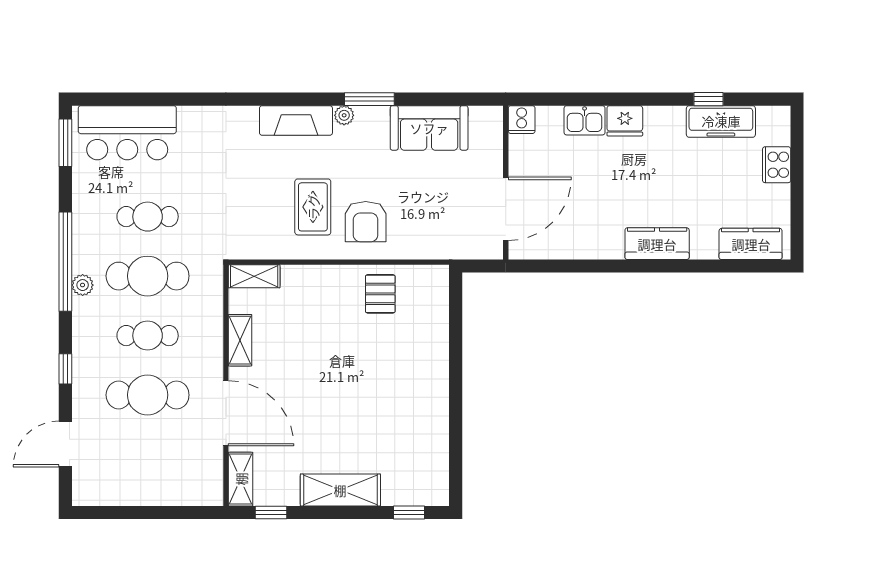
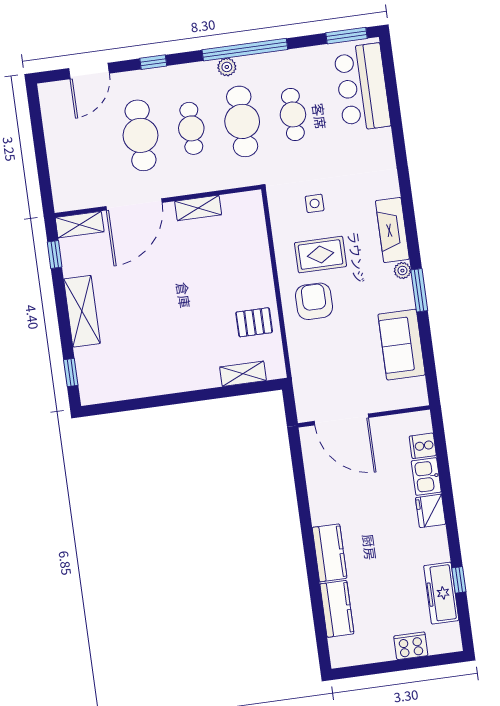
cooker: (522, 120) -> (423, 446), moved
side table: (253, 206) -> (315, 203), added
armchair: (366, 222) -> (314, 301), turned 90
kitchen counter: (751, 244) -> (337, 609), moved
shelving: (254, 276) -> (243, 374), moved, turned 90
door: (65, 444) -> (89, 71), swing flipped

